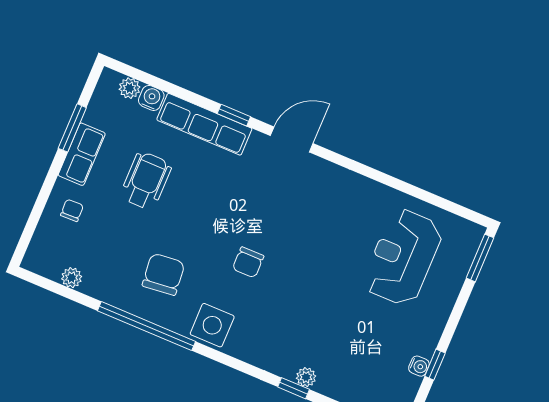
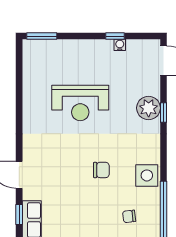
reception desk: (403, 257) -> (80, 103), moved
chair: (163, 274) -> (129, 216), width x0.54, depth x0.54
plant: (306, 377) -> (149, 108), width x1.88, depth x1.88

